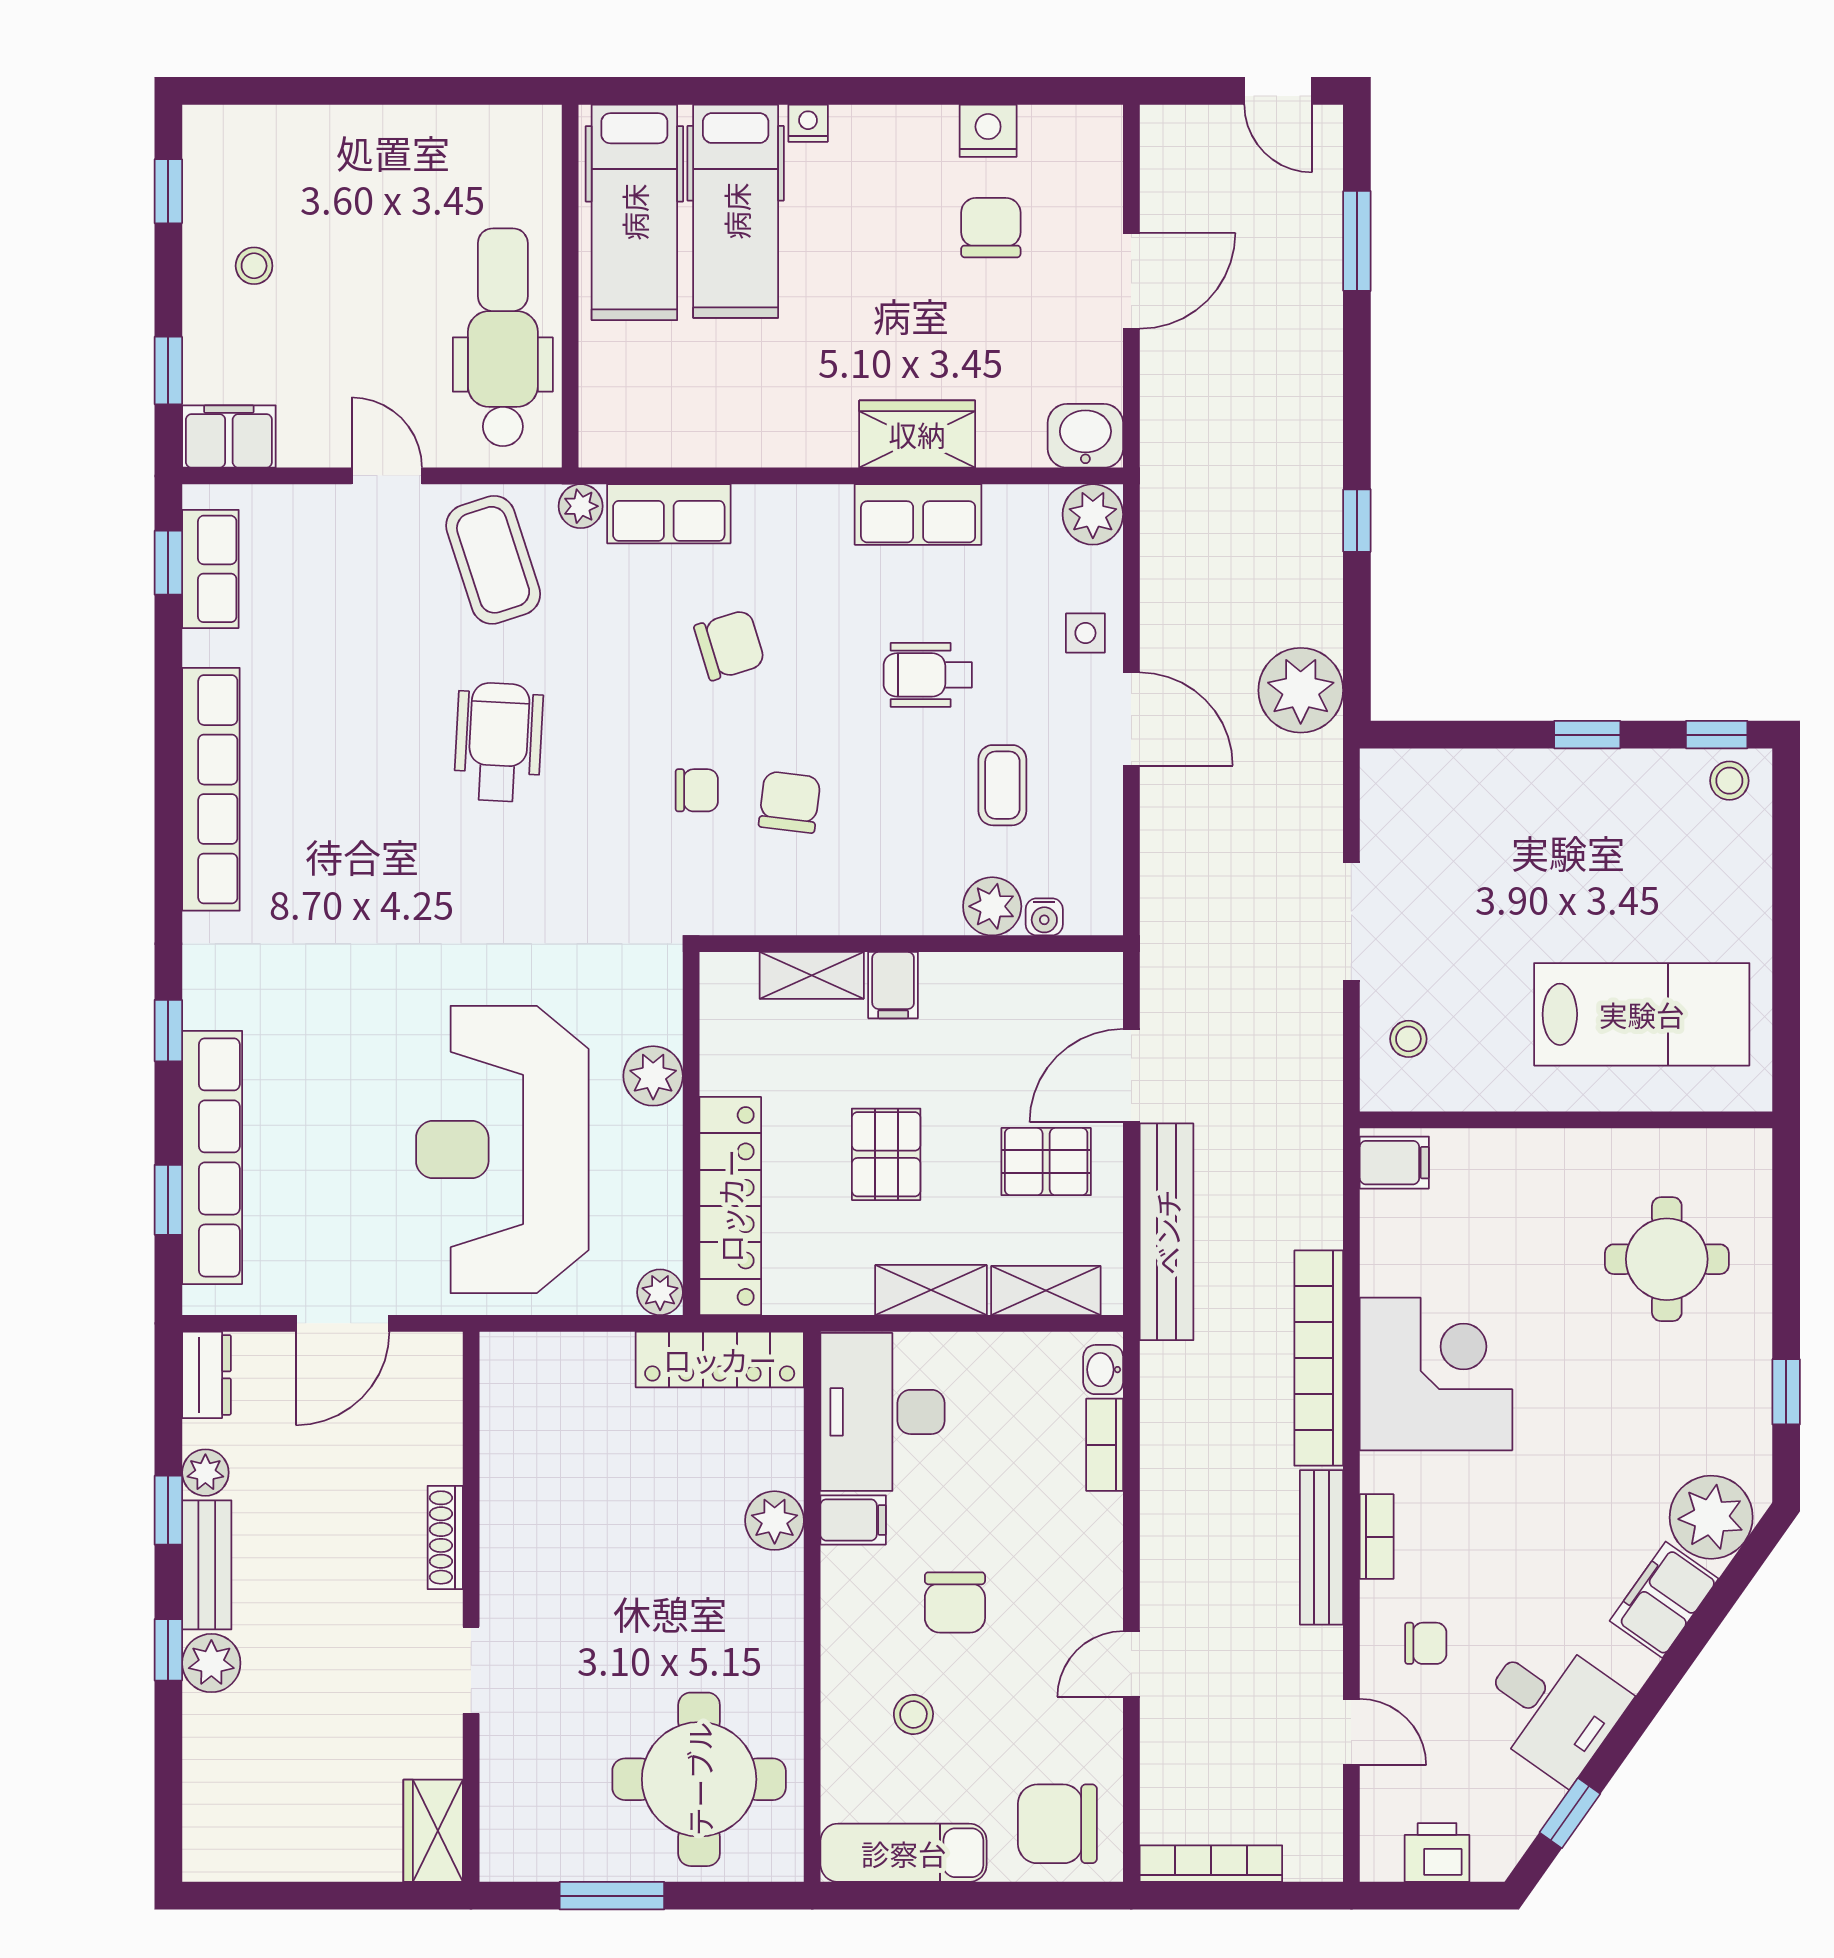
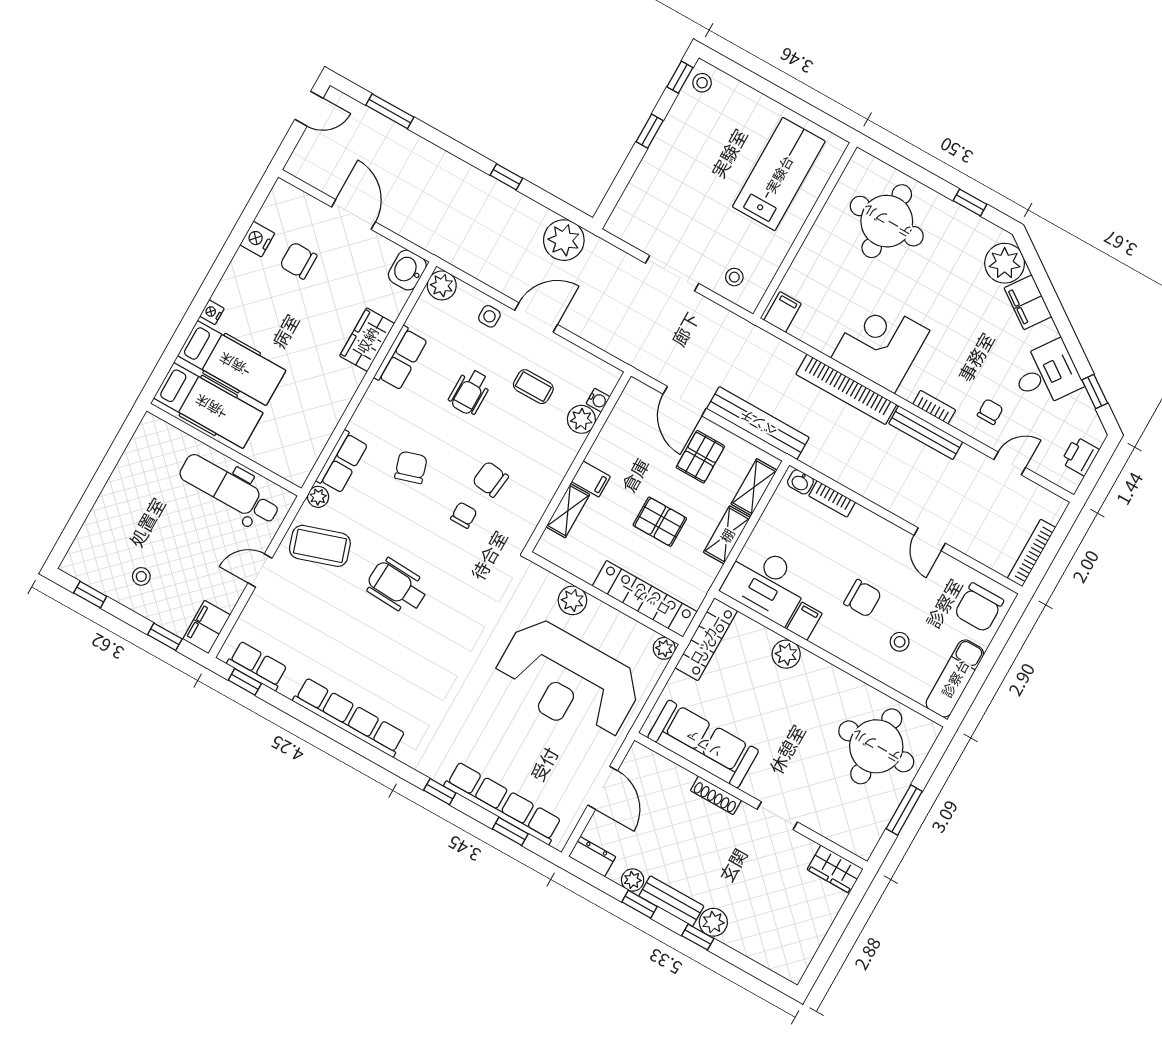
round table: (1667, 1259) -> (887, 221), width x1.36, depth x1.36
sofa: (526, 1461) -> (703, 744), added

